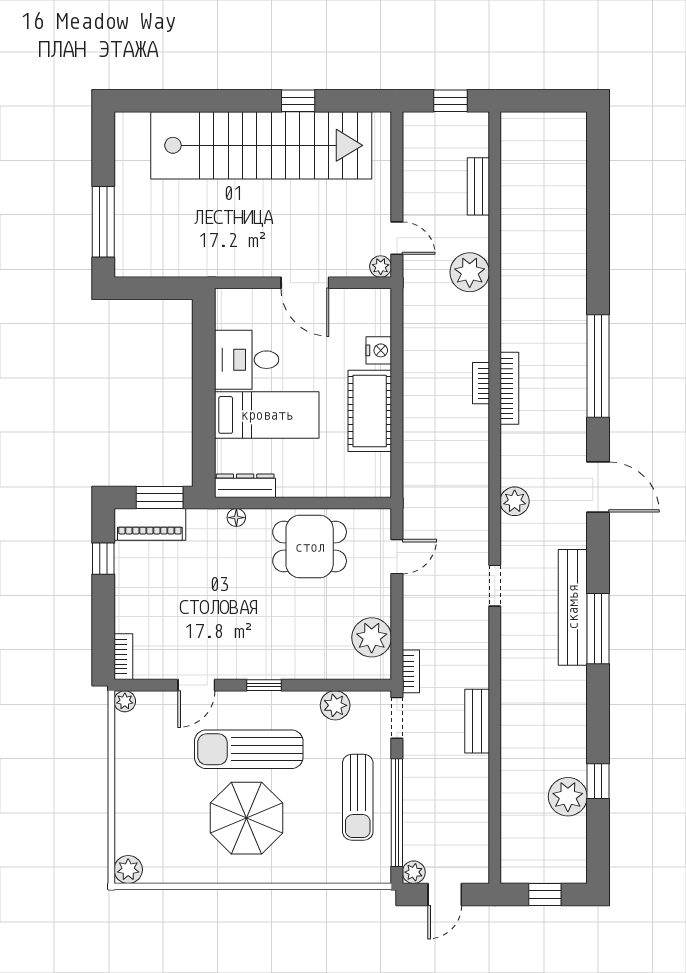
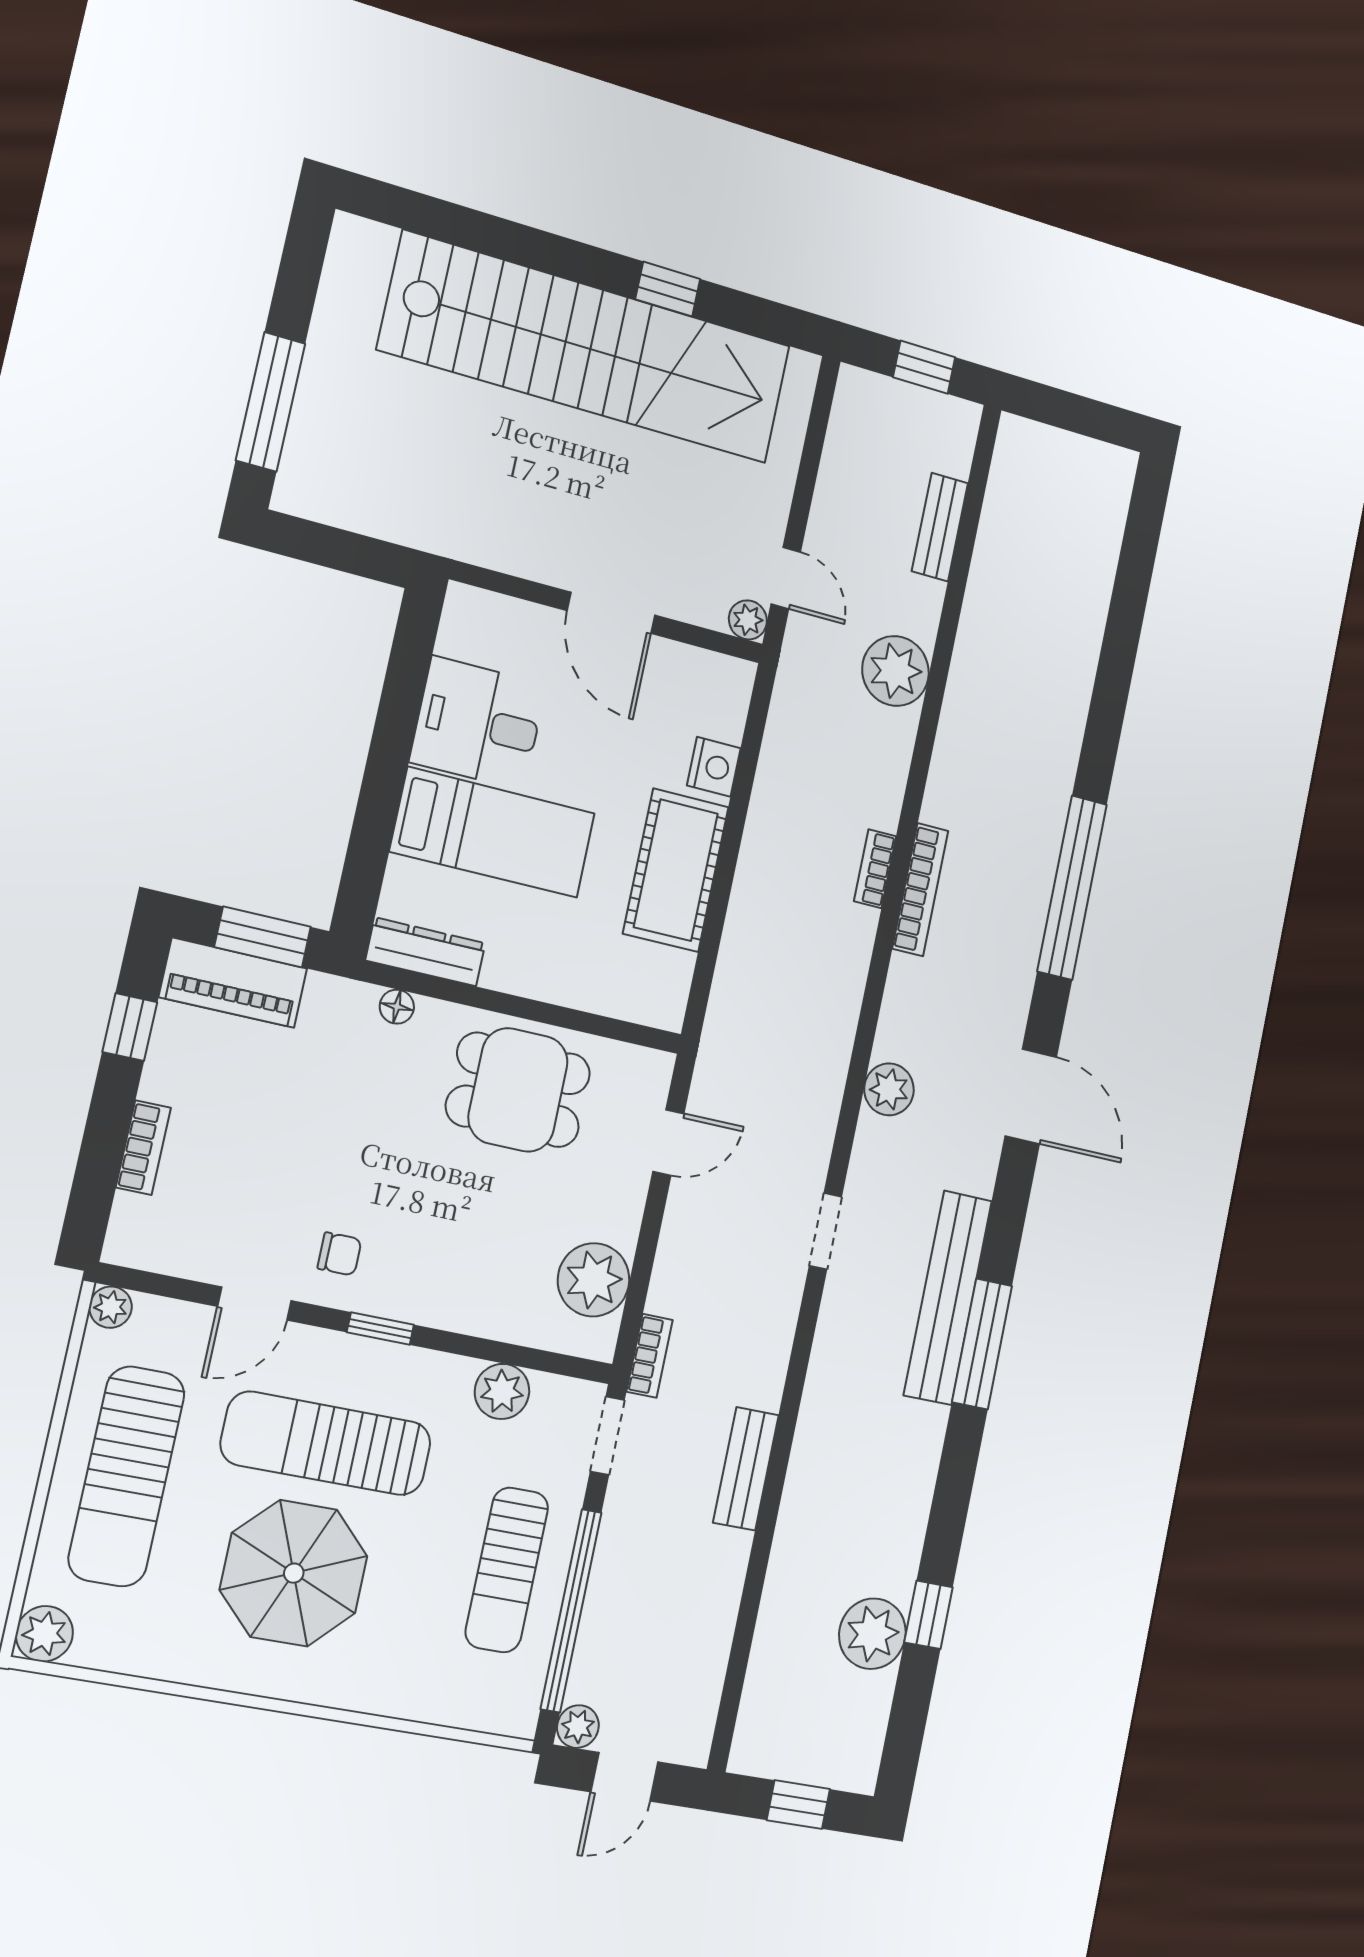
chair: (234, 651) -> (339, 1254), added
bookcase: (123, 657) -> (143, 1148), moved
sun lounger: (151, 784) -> (127, 1476), added

